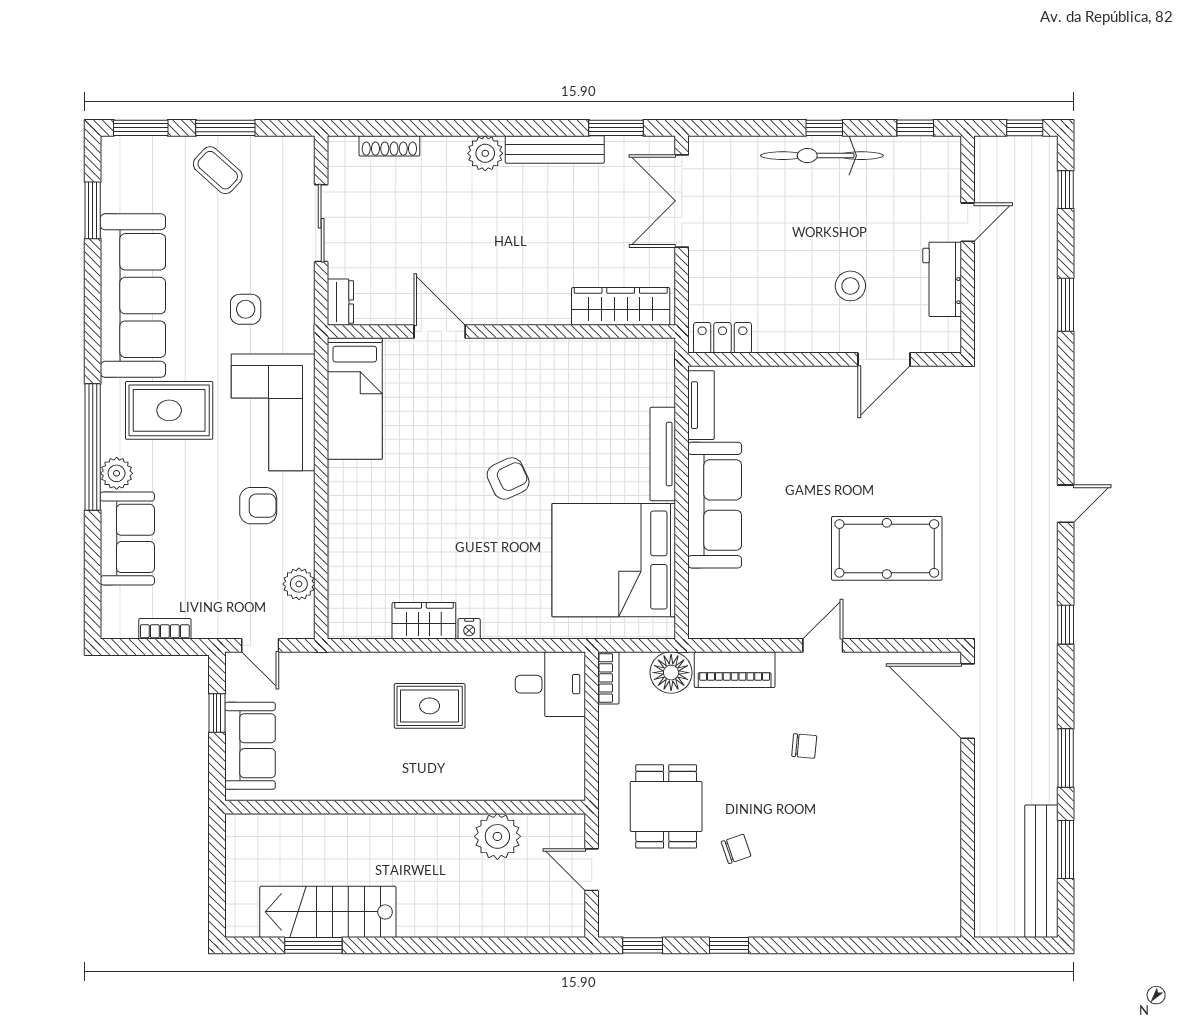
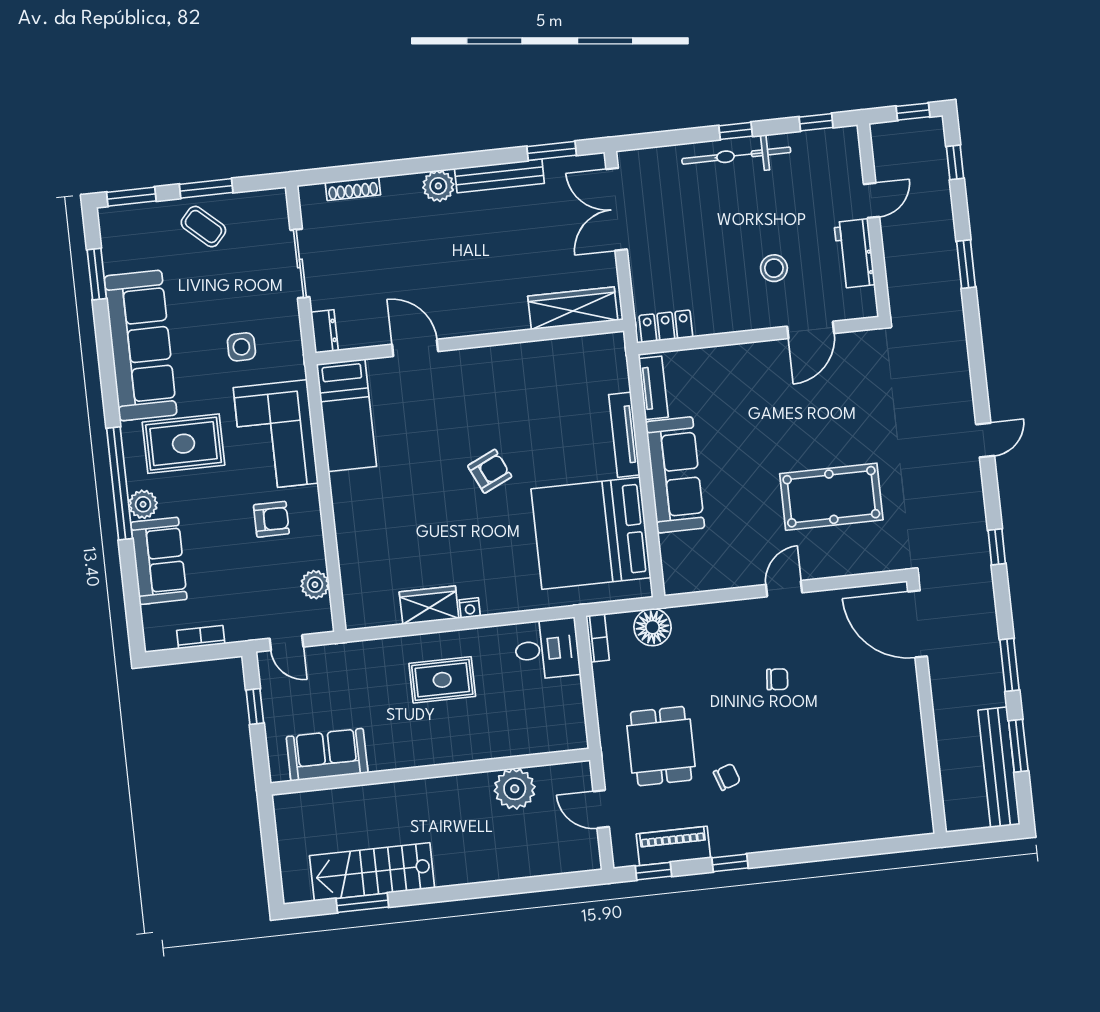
piano: (735, 670) -> (673, 846), moved, turned 180
sofa: (250, 746) -> (327, 755), moved, turned -90

